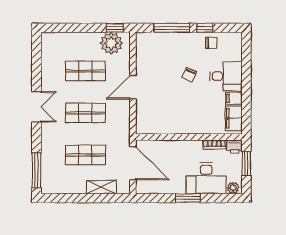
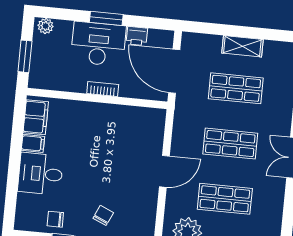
chair: (189, 75) -> (103, 215), moved
bookcase: (214, 145) -> (103, 89), moved
printer: (235, 147) -> (137, 36), moved, turned 180
desk: (206, 178) -> (98, 44), moved
shelving: (102, 187) -> (242, 46), moved

